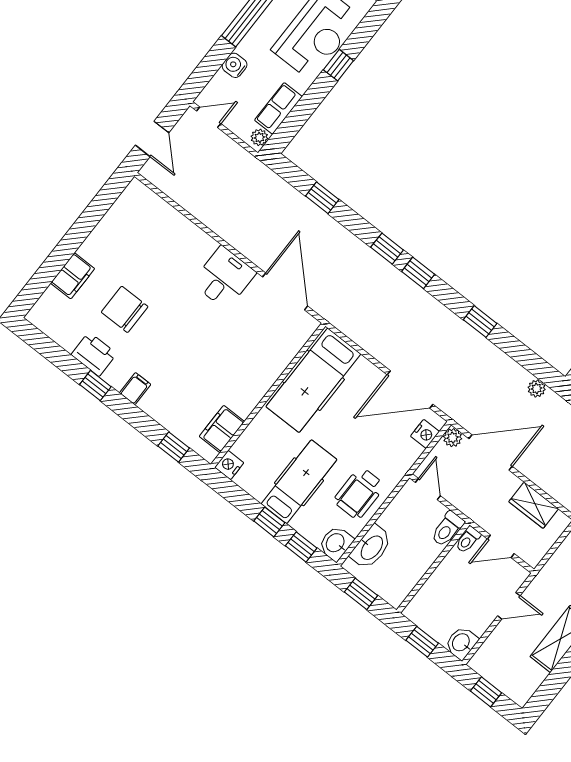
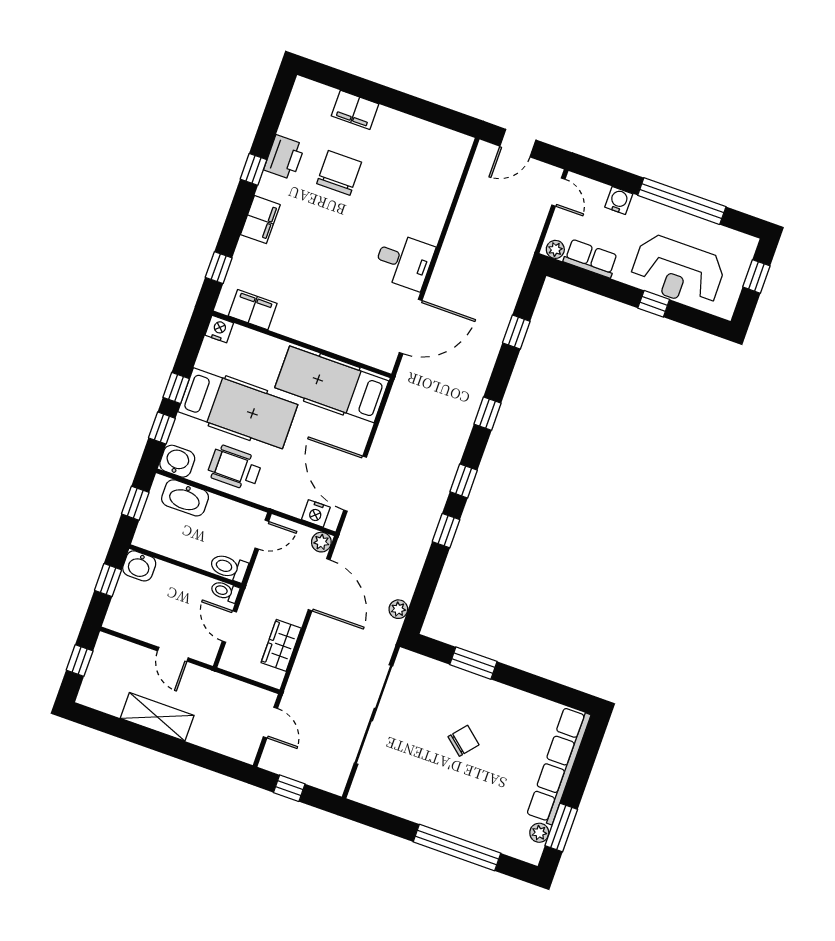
window: (418, 273) -> (464, 481), moved
filing cabinet: (135, 389) -> (260, 220), width x2.00
hospital bed: (299, 482) -> (238, 408), width x1.37, depth x1.29
washbasin: (461, 643) -> (139, 566), moved, turned 180

